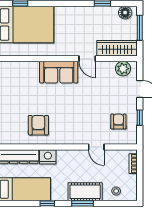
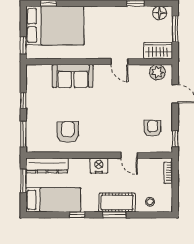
wardrobe: (117, 48) -> (158, 51), width x0.67
sofa: (59, 72) -> (73, 76), moved
window: (140, 118) -> (175, 139), moved
nightstand: (48, 157) -> (99, 166), moved

